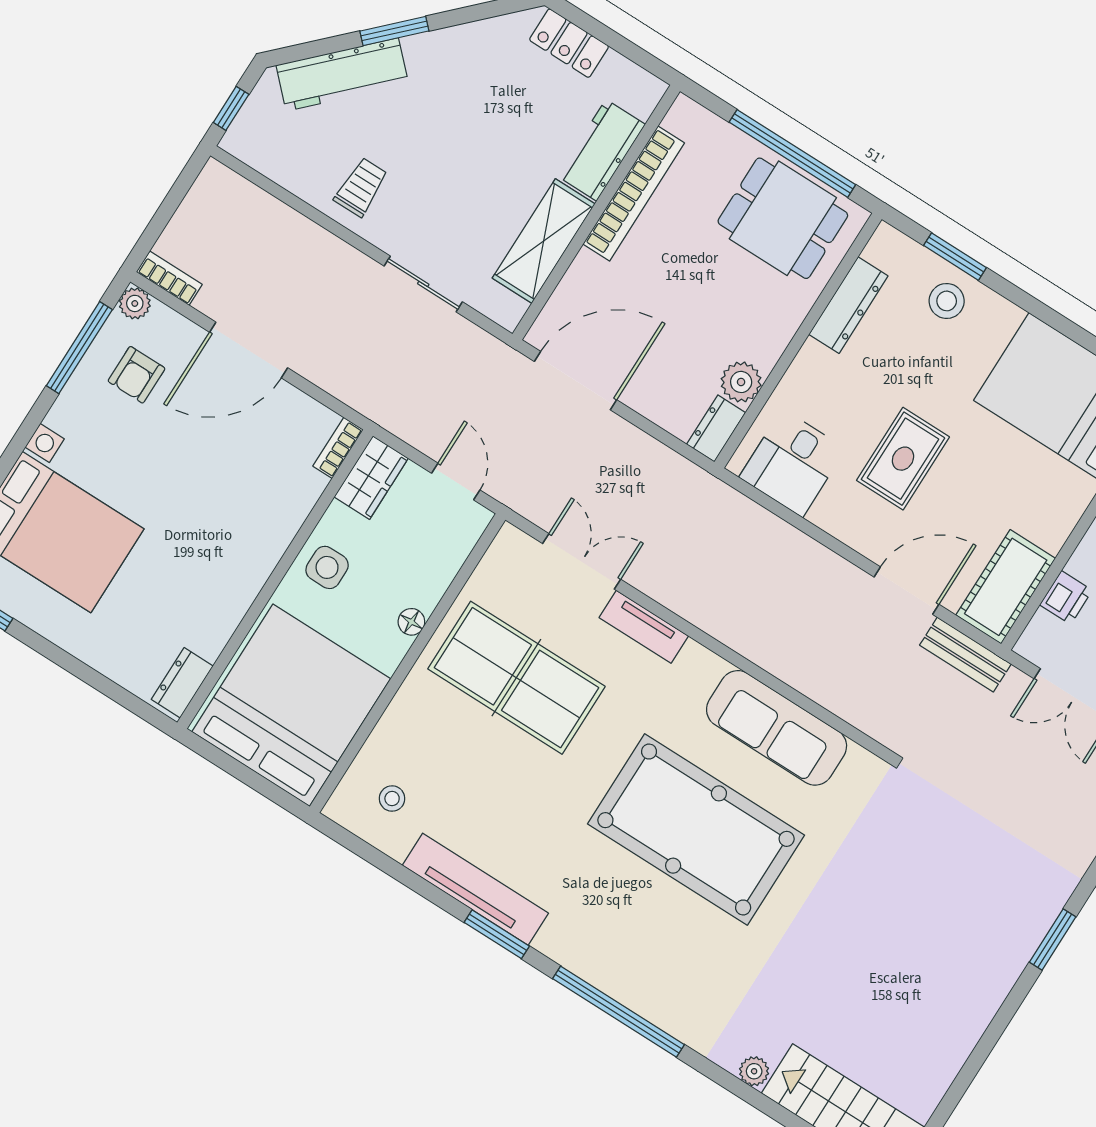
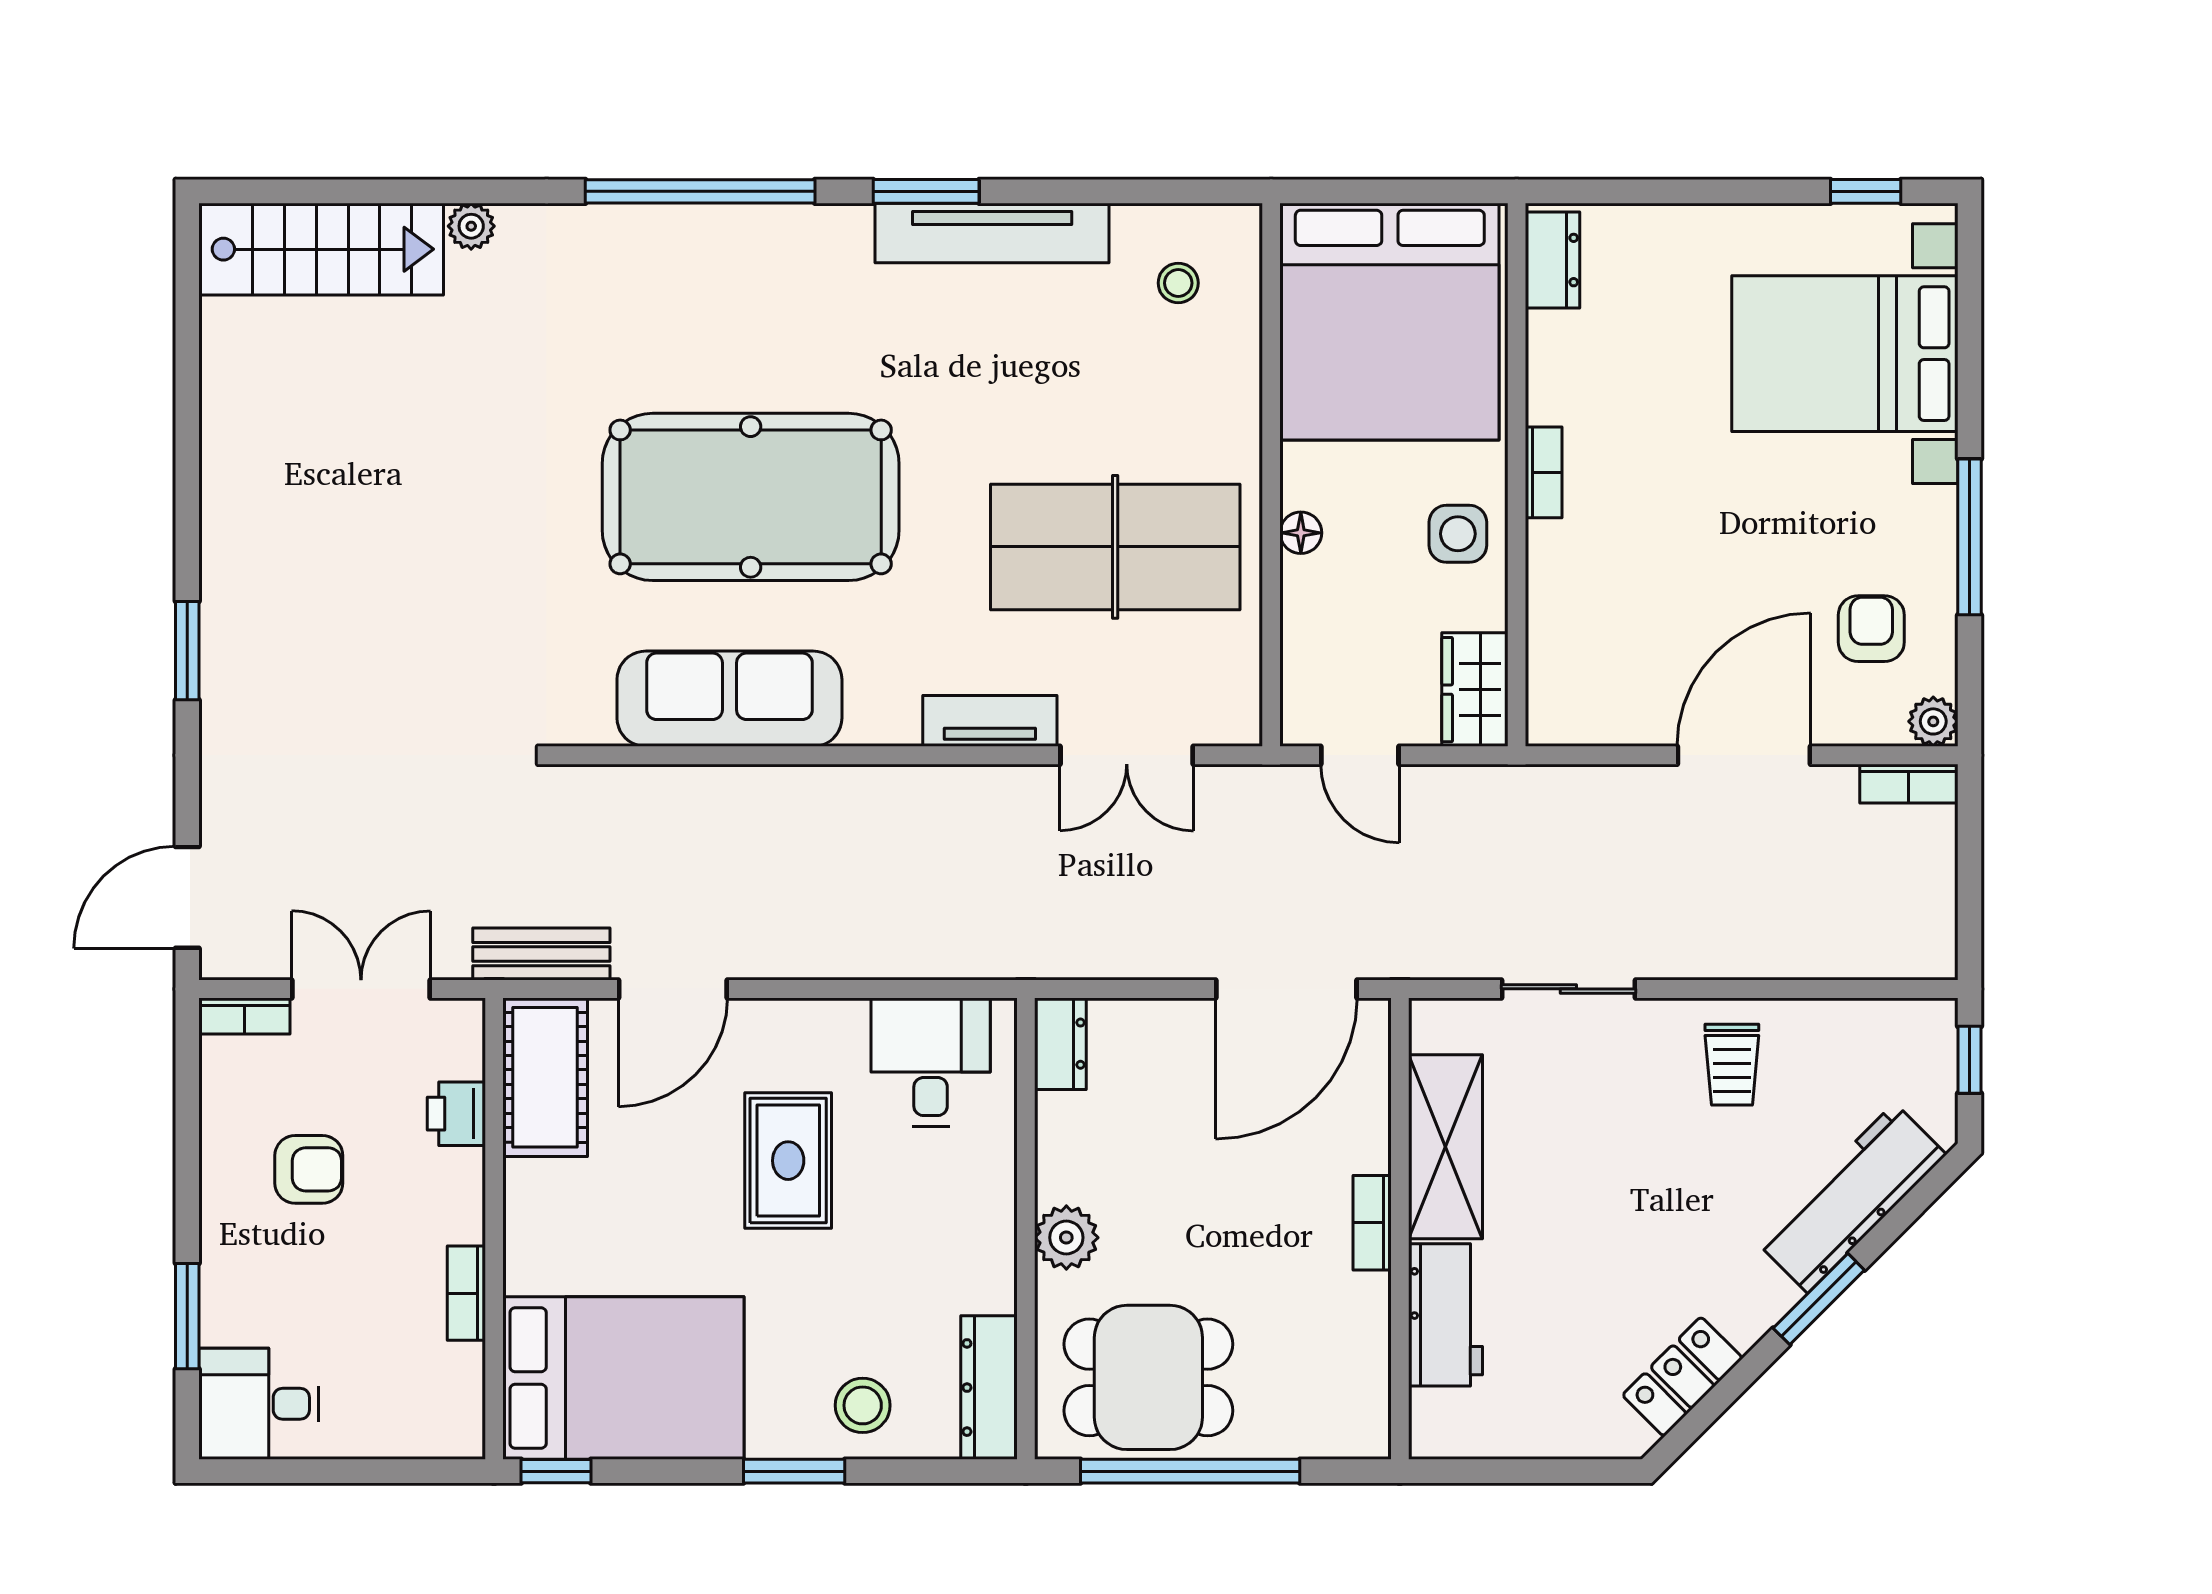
locker: (569, 43) -> (1683, 1377), moved, turned -45
bookcase: (634, 194) -> (1372, 1223), width x0.43, depth x0.76
window: (955, 257) -> (794, 1471), moved
dresser: (848, 305) -> (989, 1388), moved
window: (79, 348) -> (1970, 537), moved
plant: (741, 382) -> (1066, 1238), moved
bookcase: (338, 448) -> (1544, 472), moved

